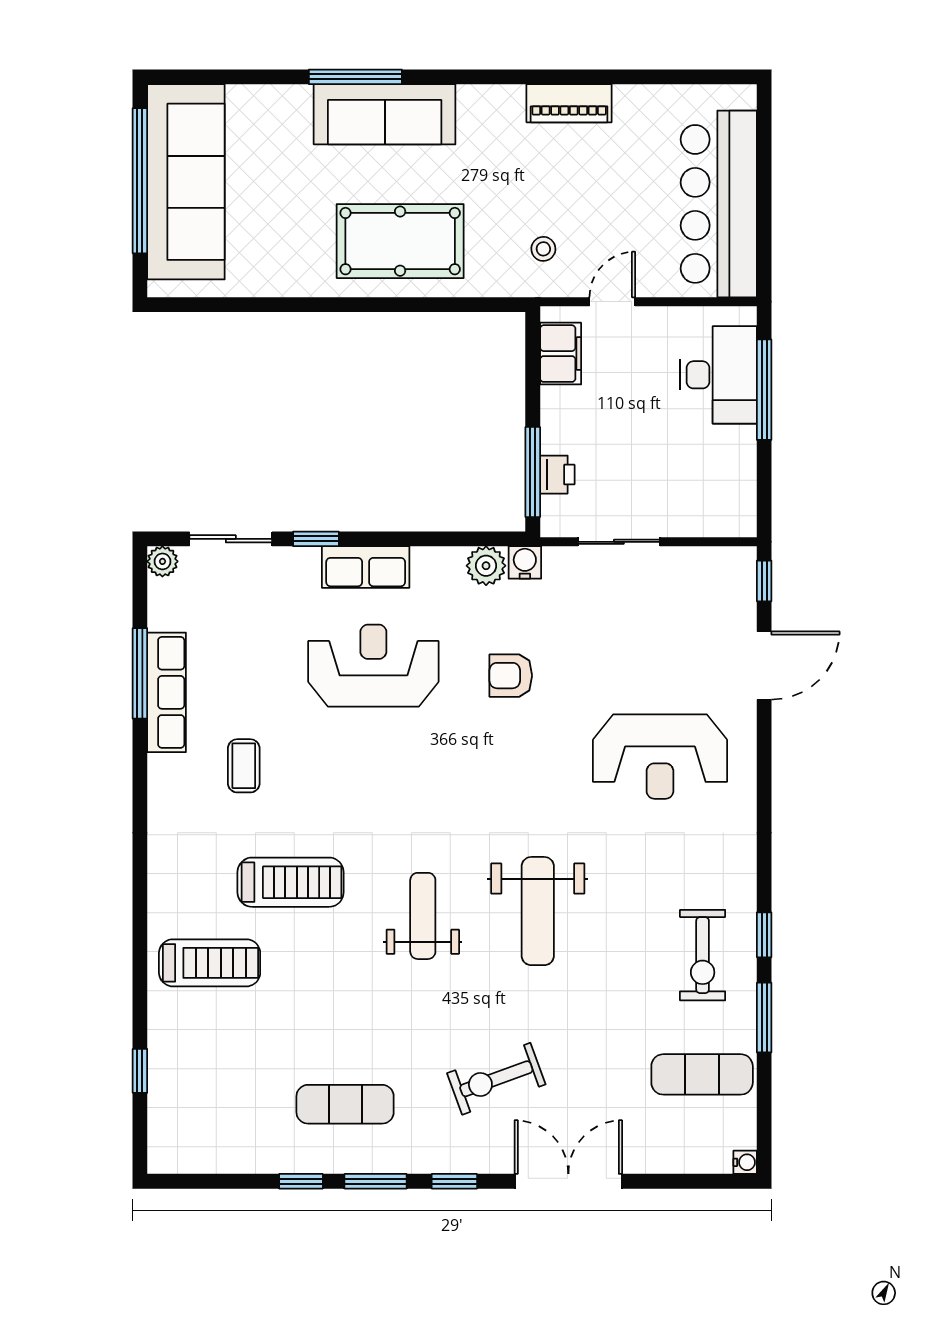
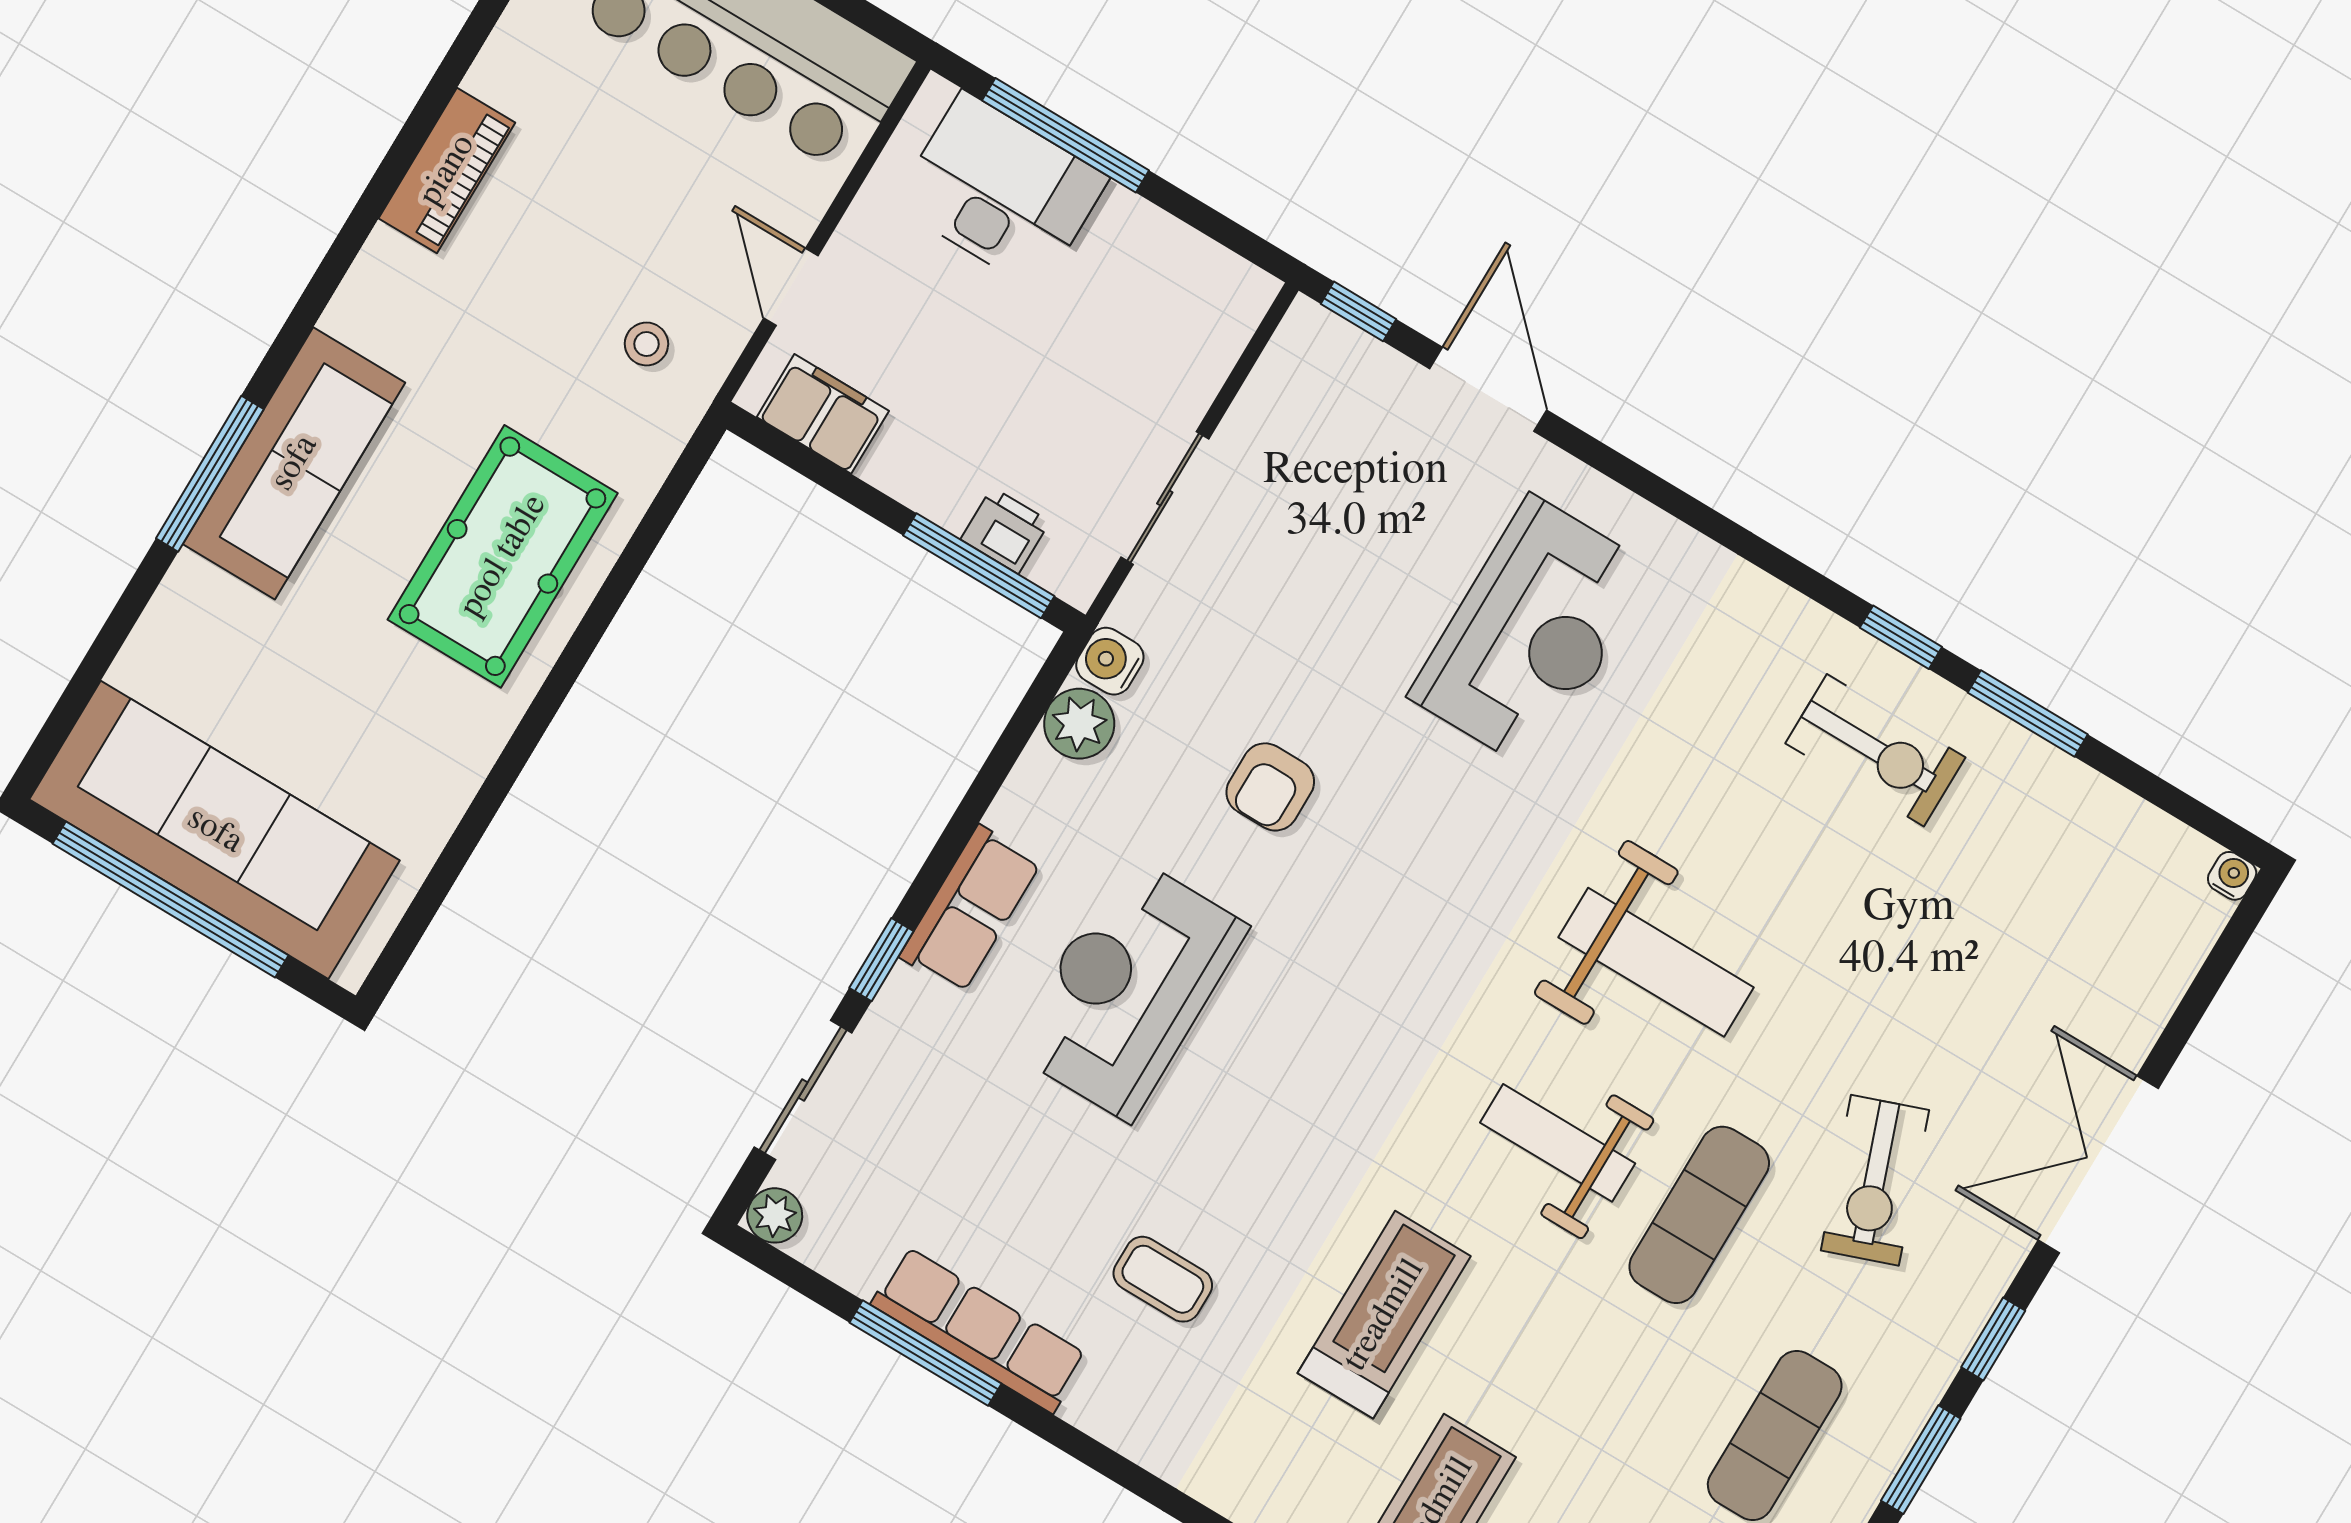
exercise mat: (702, 1074) -> (1699, 1215), moved

